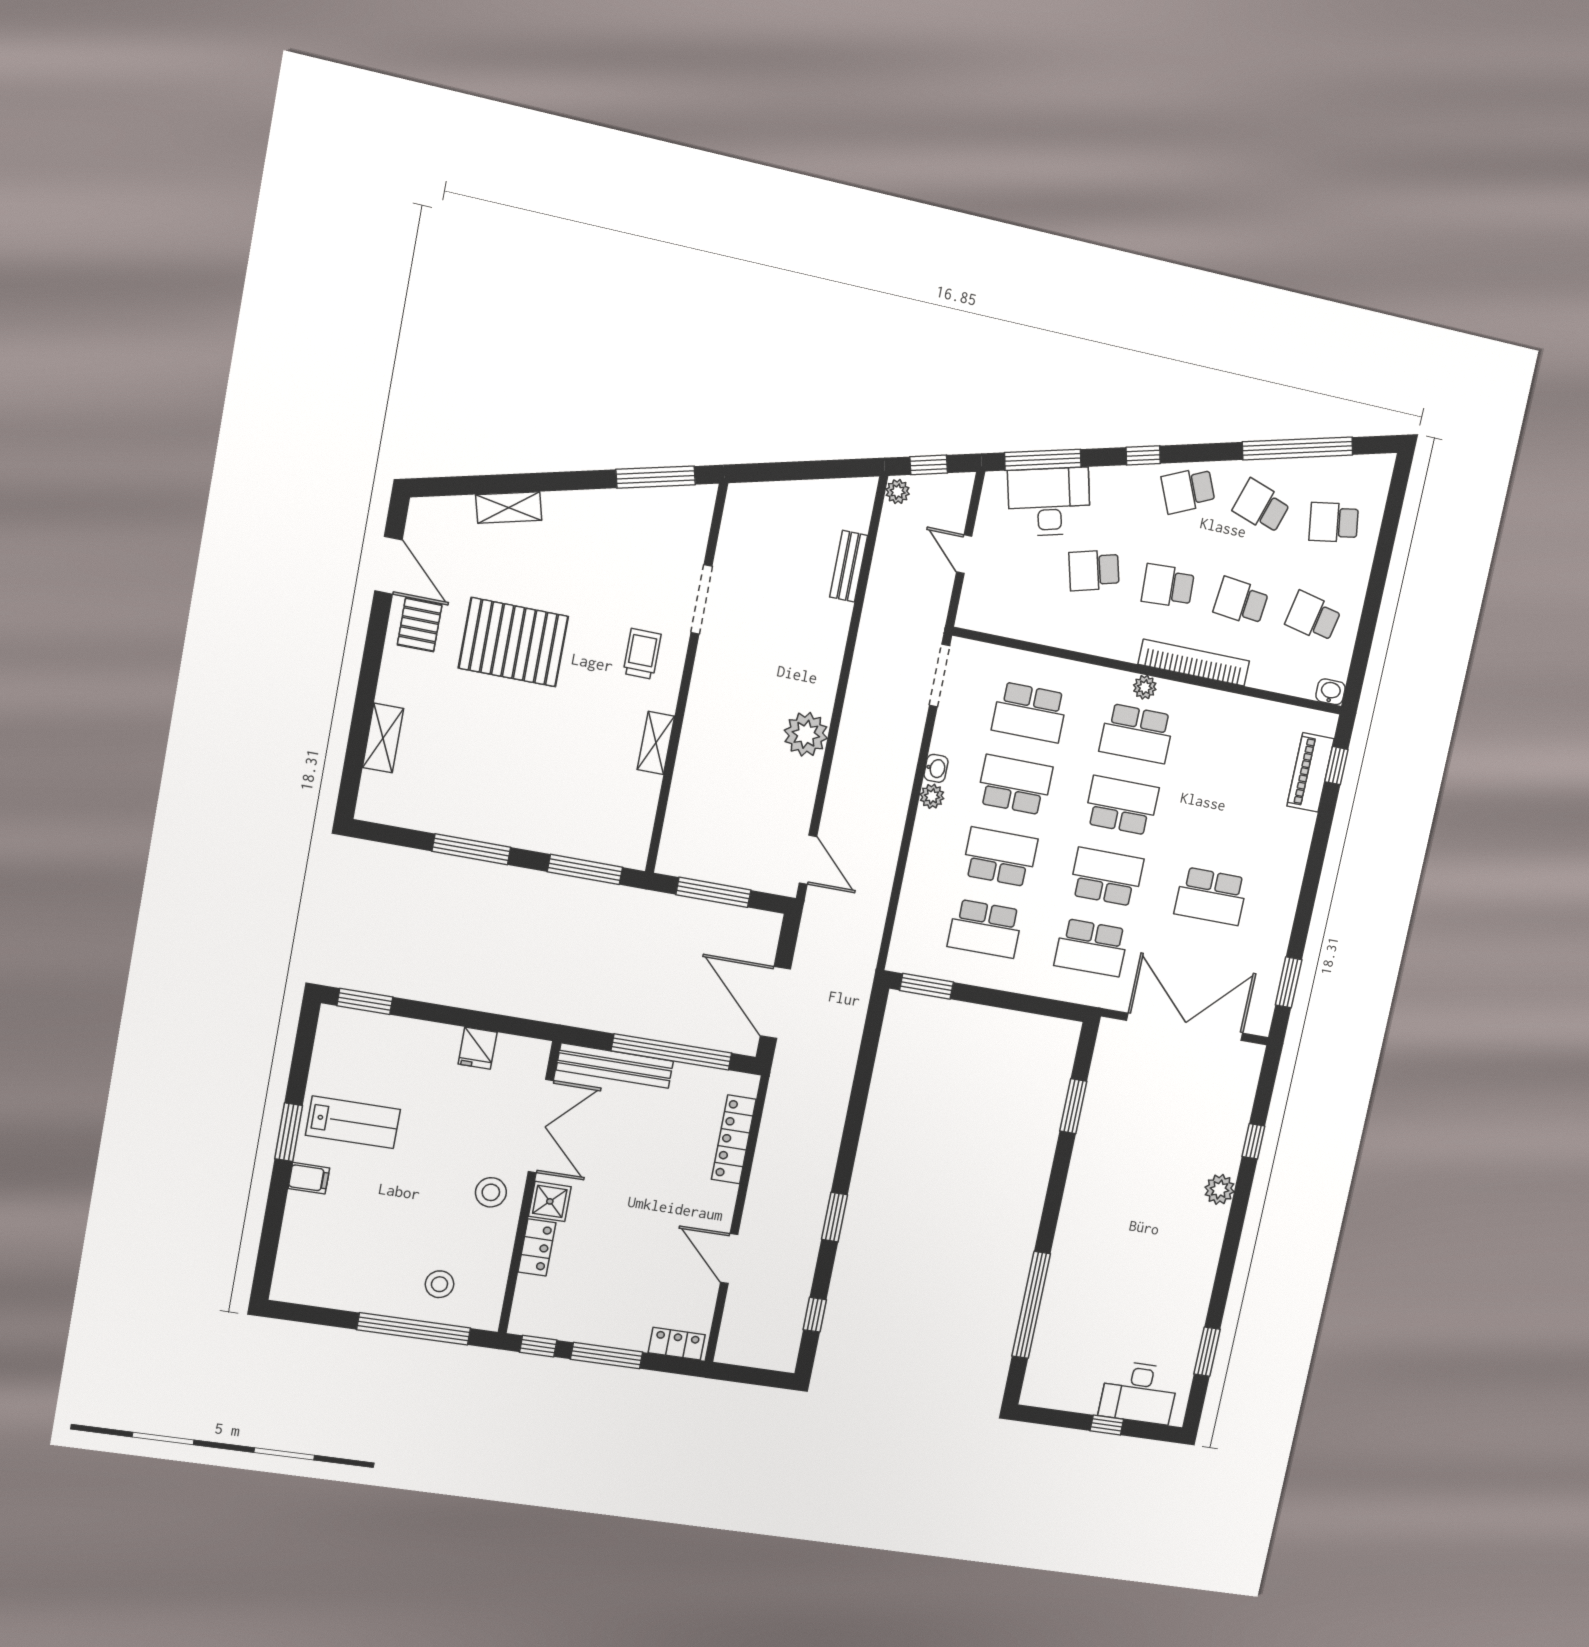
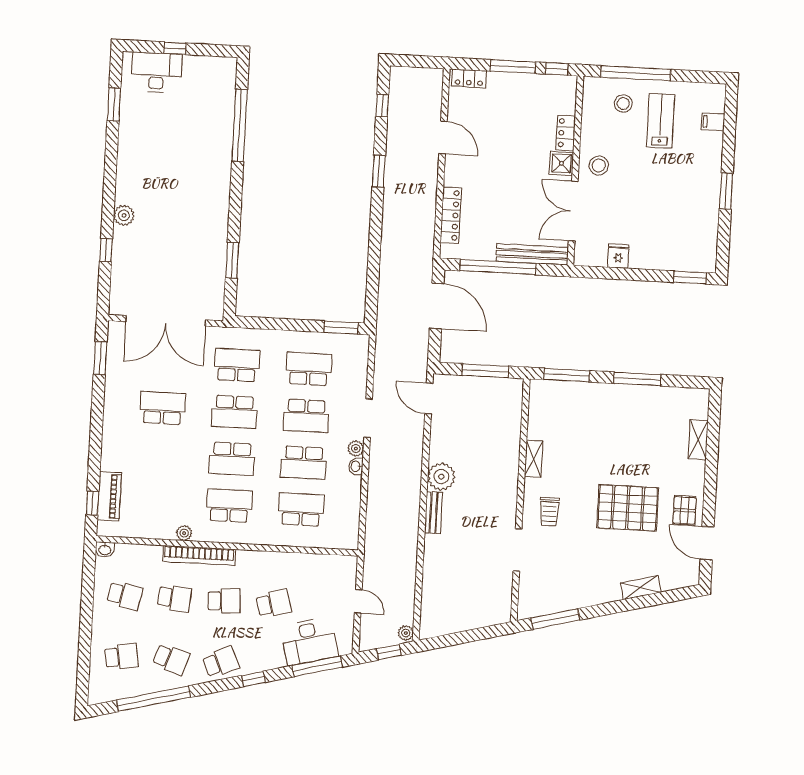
bench: (849, 566) -> (433, 513), moved
doorway: (940, 675) -> (368, 418), moved
plant: (1145, 687) -> (184, 533), moved
lab bench: (353, 1122) -> (661, 121), moved, turned 90
filing cabinet: (309, 1178) -> (713, 122), moved

